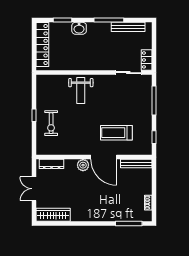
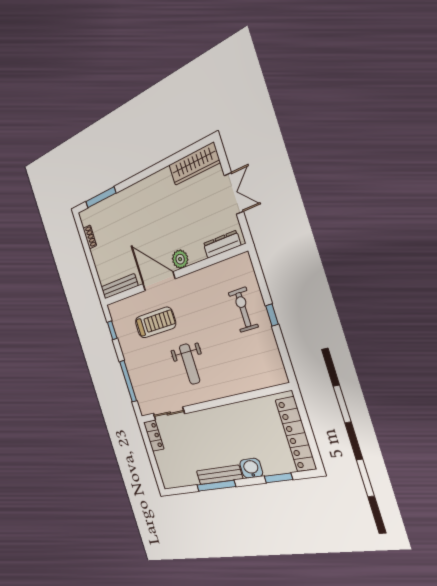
bench: (128, 27) -> (219, 475), moved
weight bench: (81, 91) -> (190, 364), moved, turned 180

